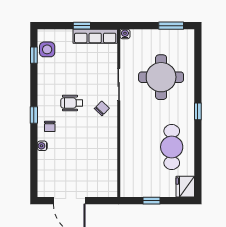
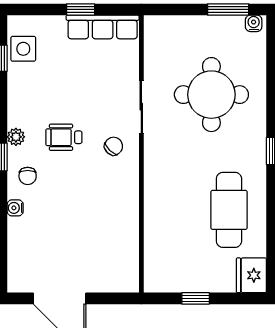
water cooler: (125, 34) -> (254, 23), moved
plant: (43, 103) -> (16, 137), added

